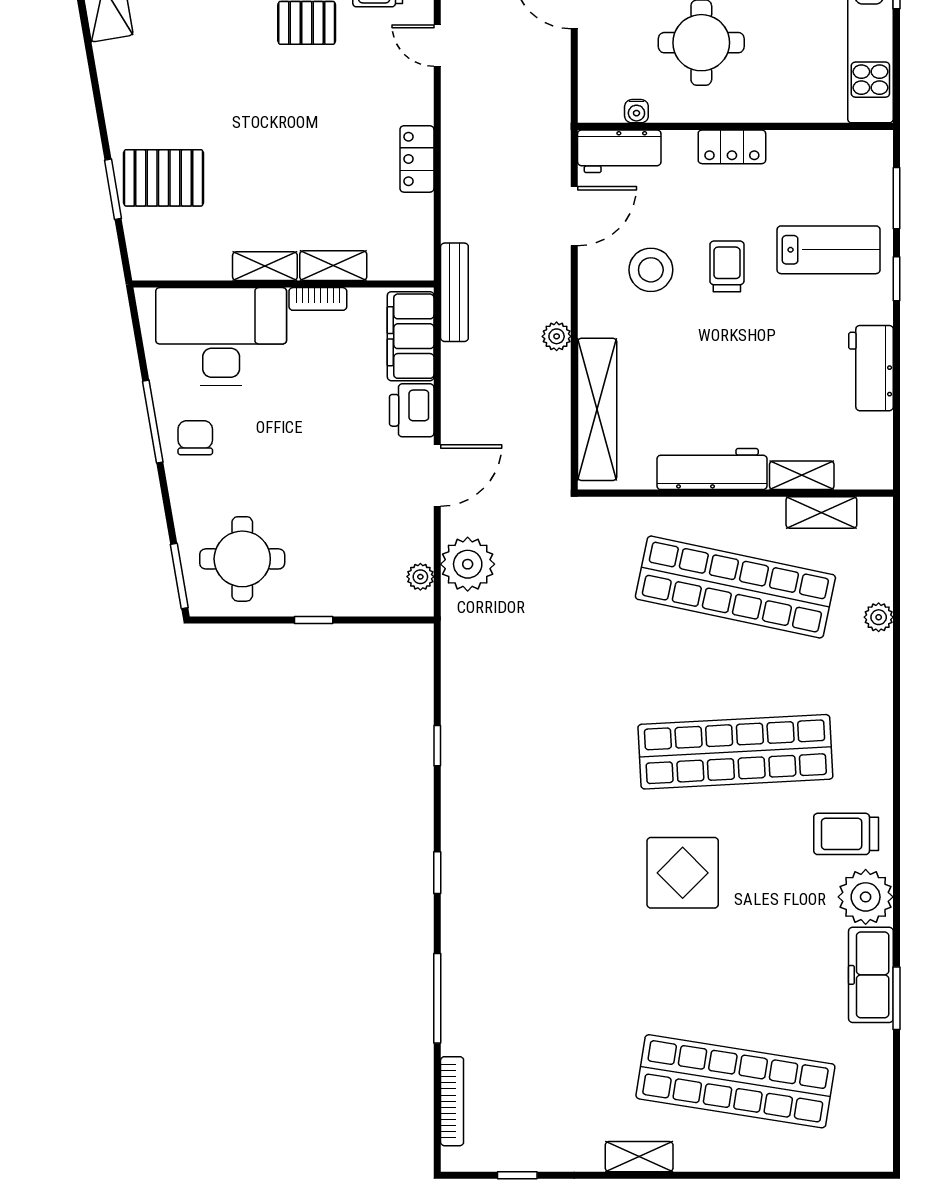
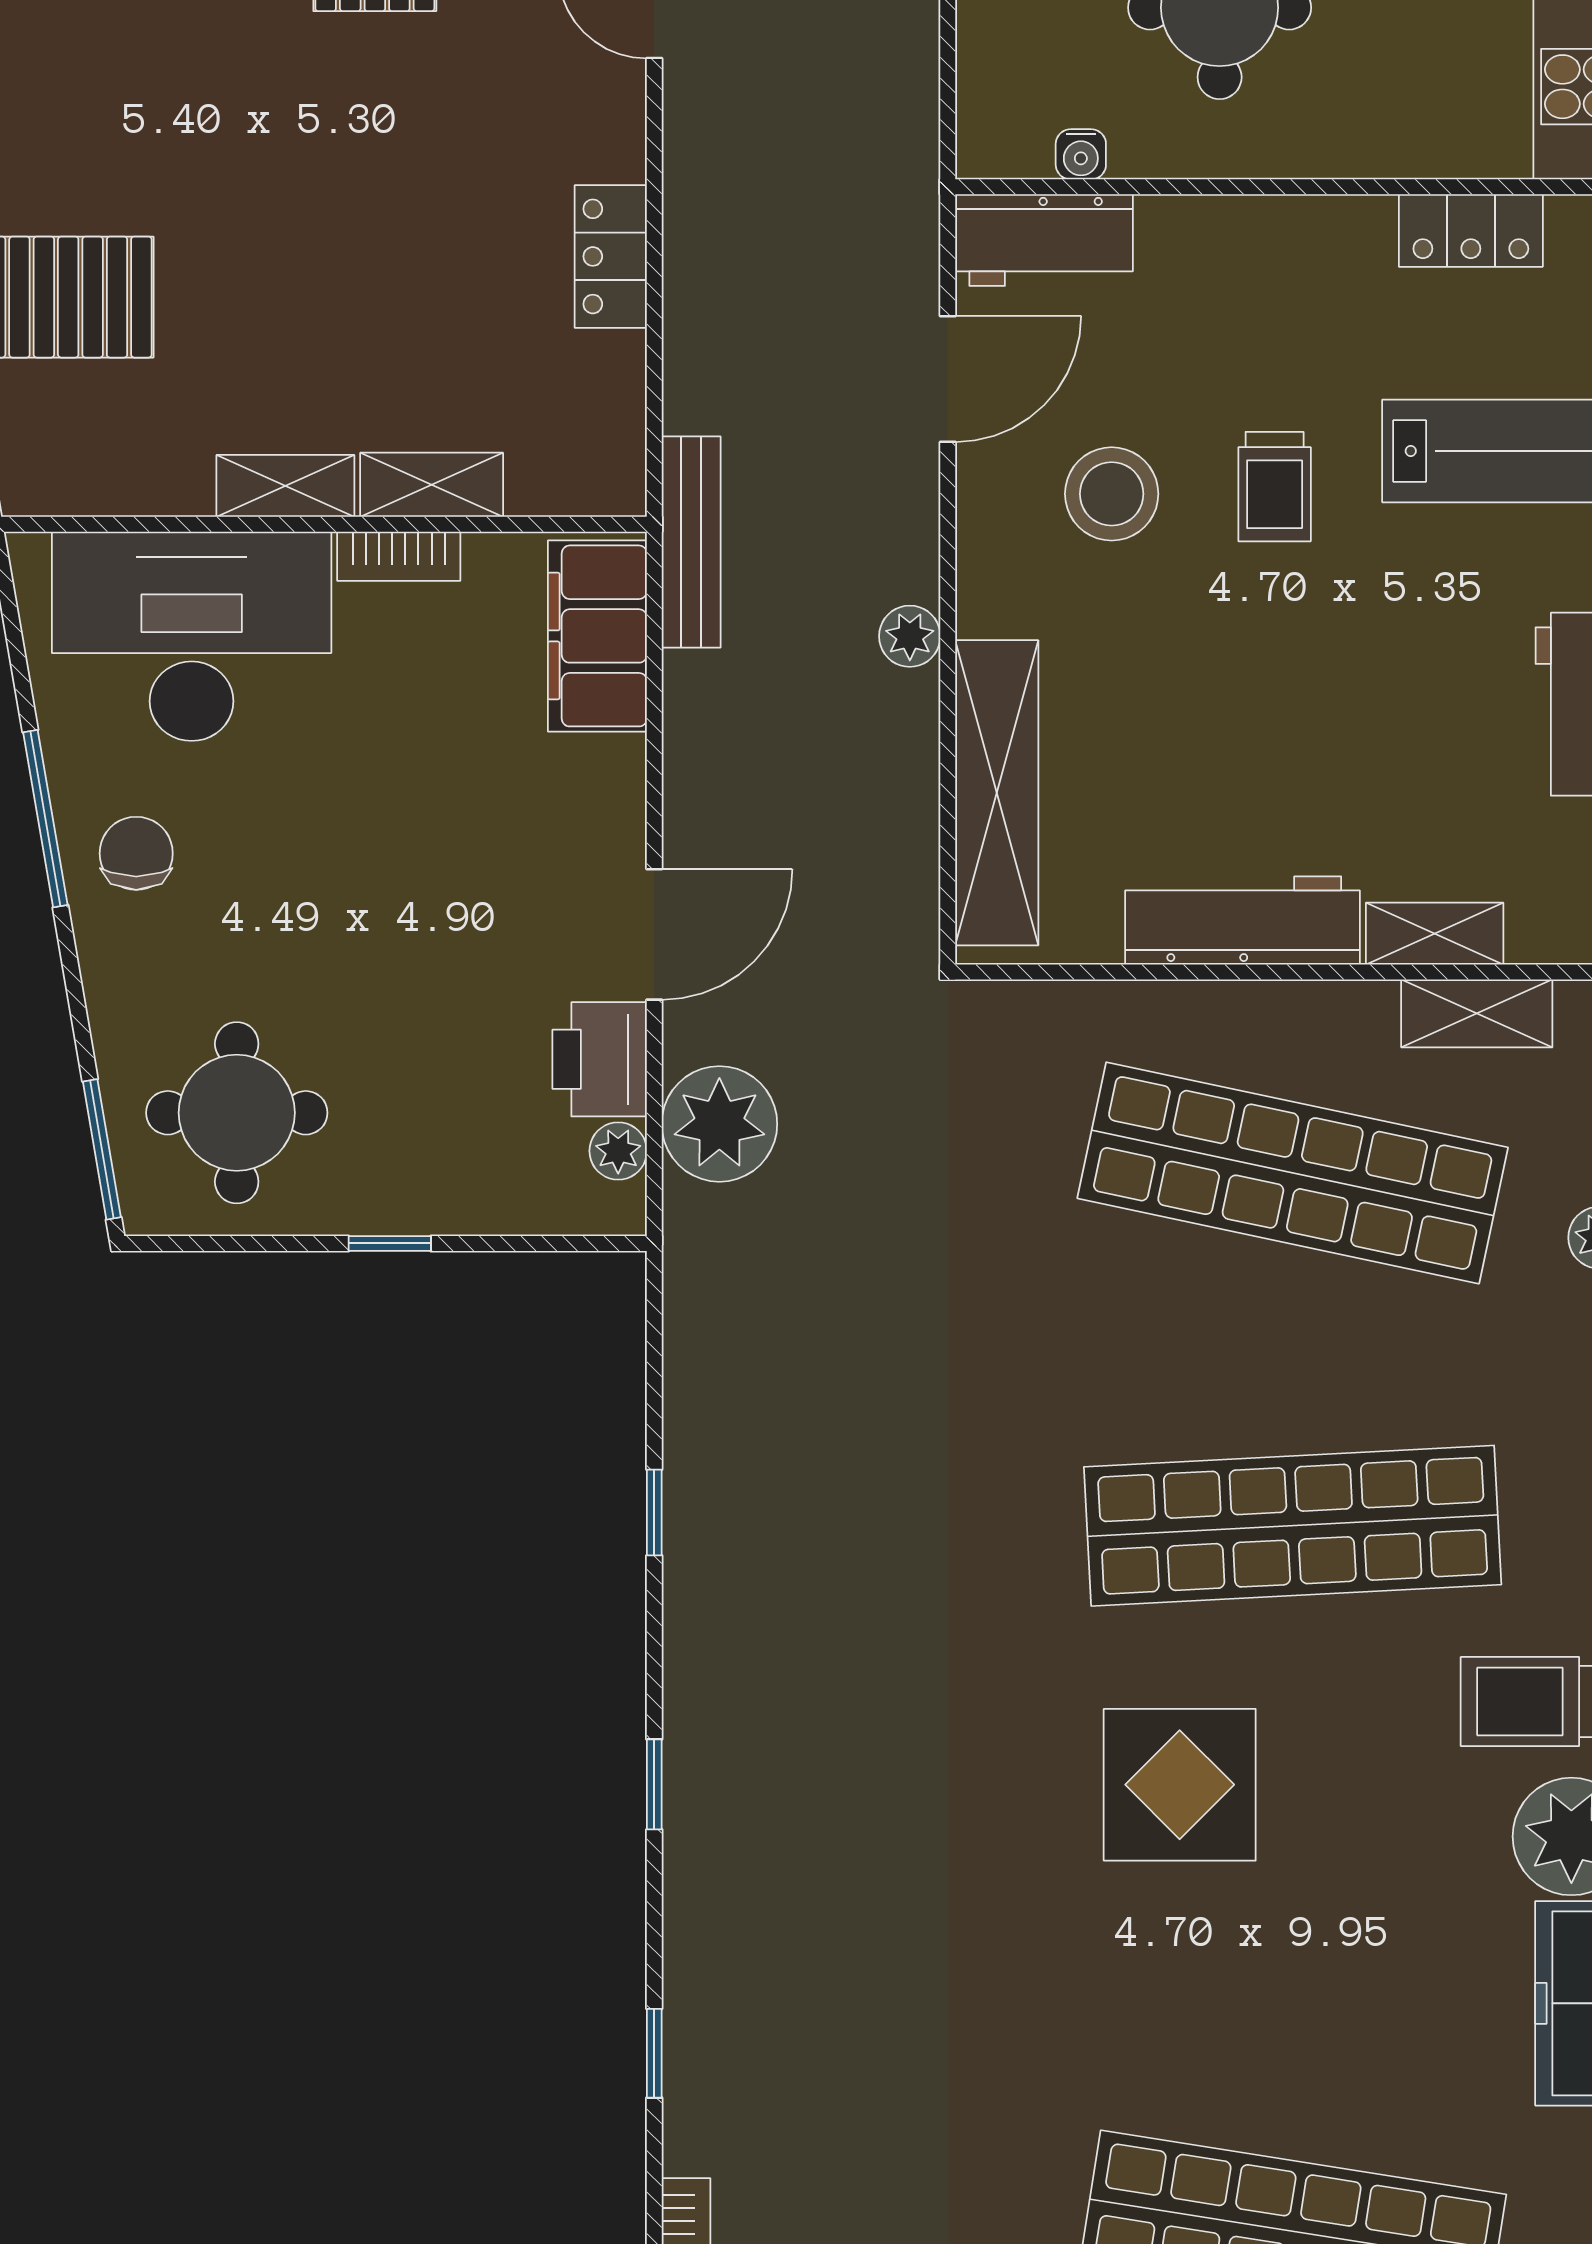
locker: (732, 147) -> (1471, 230), moved
trolley: (727, 266) -> (1275, 487), turned 180
printer: (412, 410) -> (600, 1059), moved
window: (437, 998) -> (654, 2053), width x0.46

